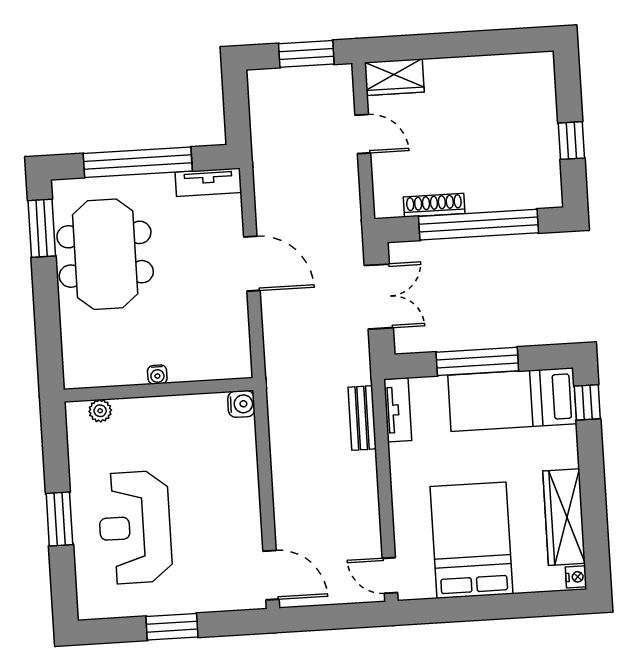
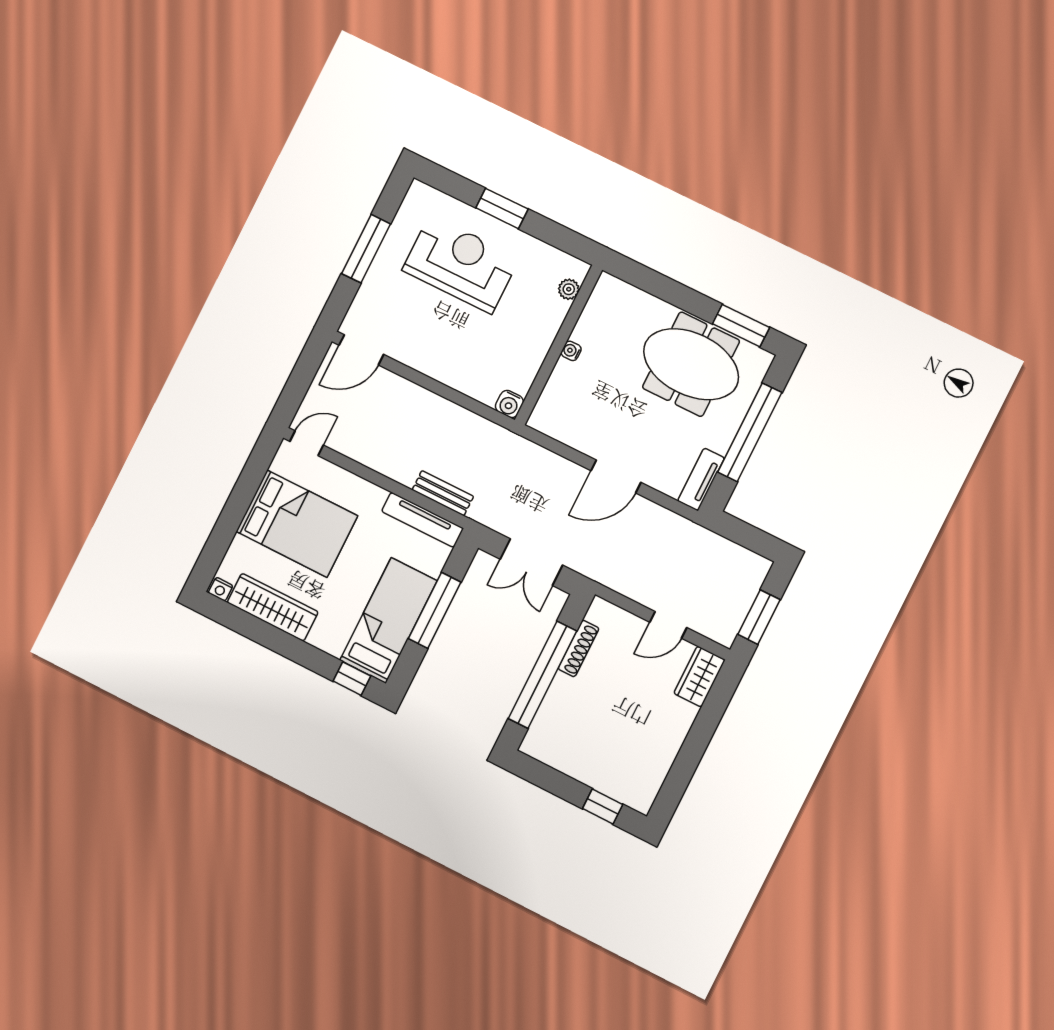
window: (571, 141) -> (603, 806), moved
tv unit: (398, 410) -> (422, 520), width x1.41
window: (172, 627) -> (366, 249), width x1.44

